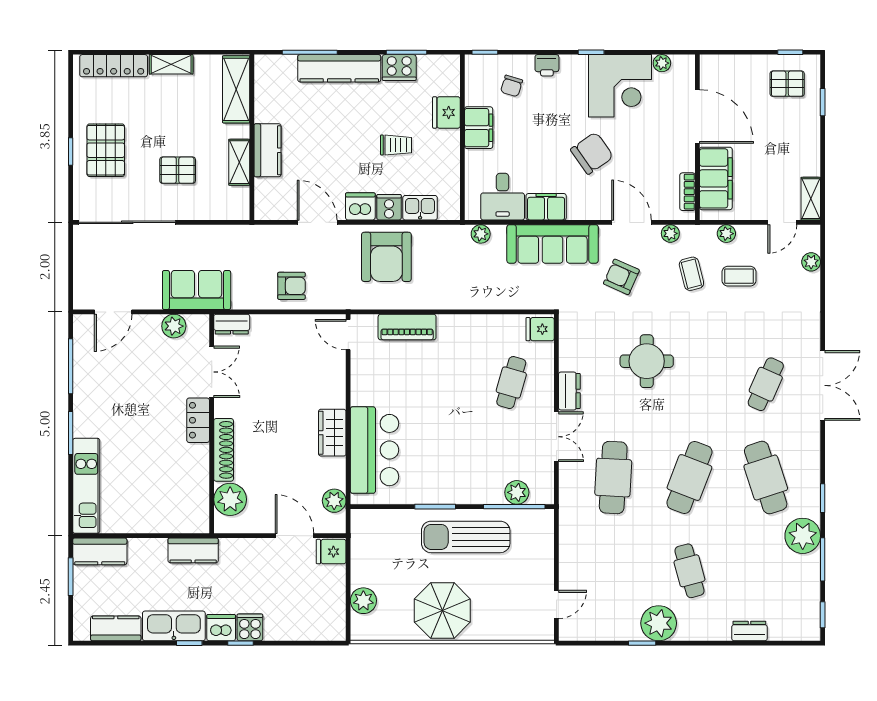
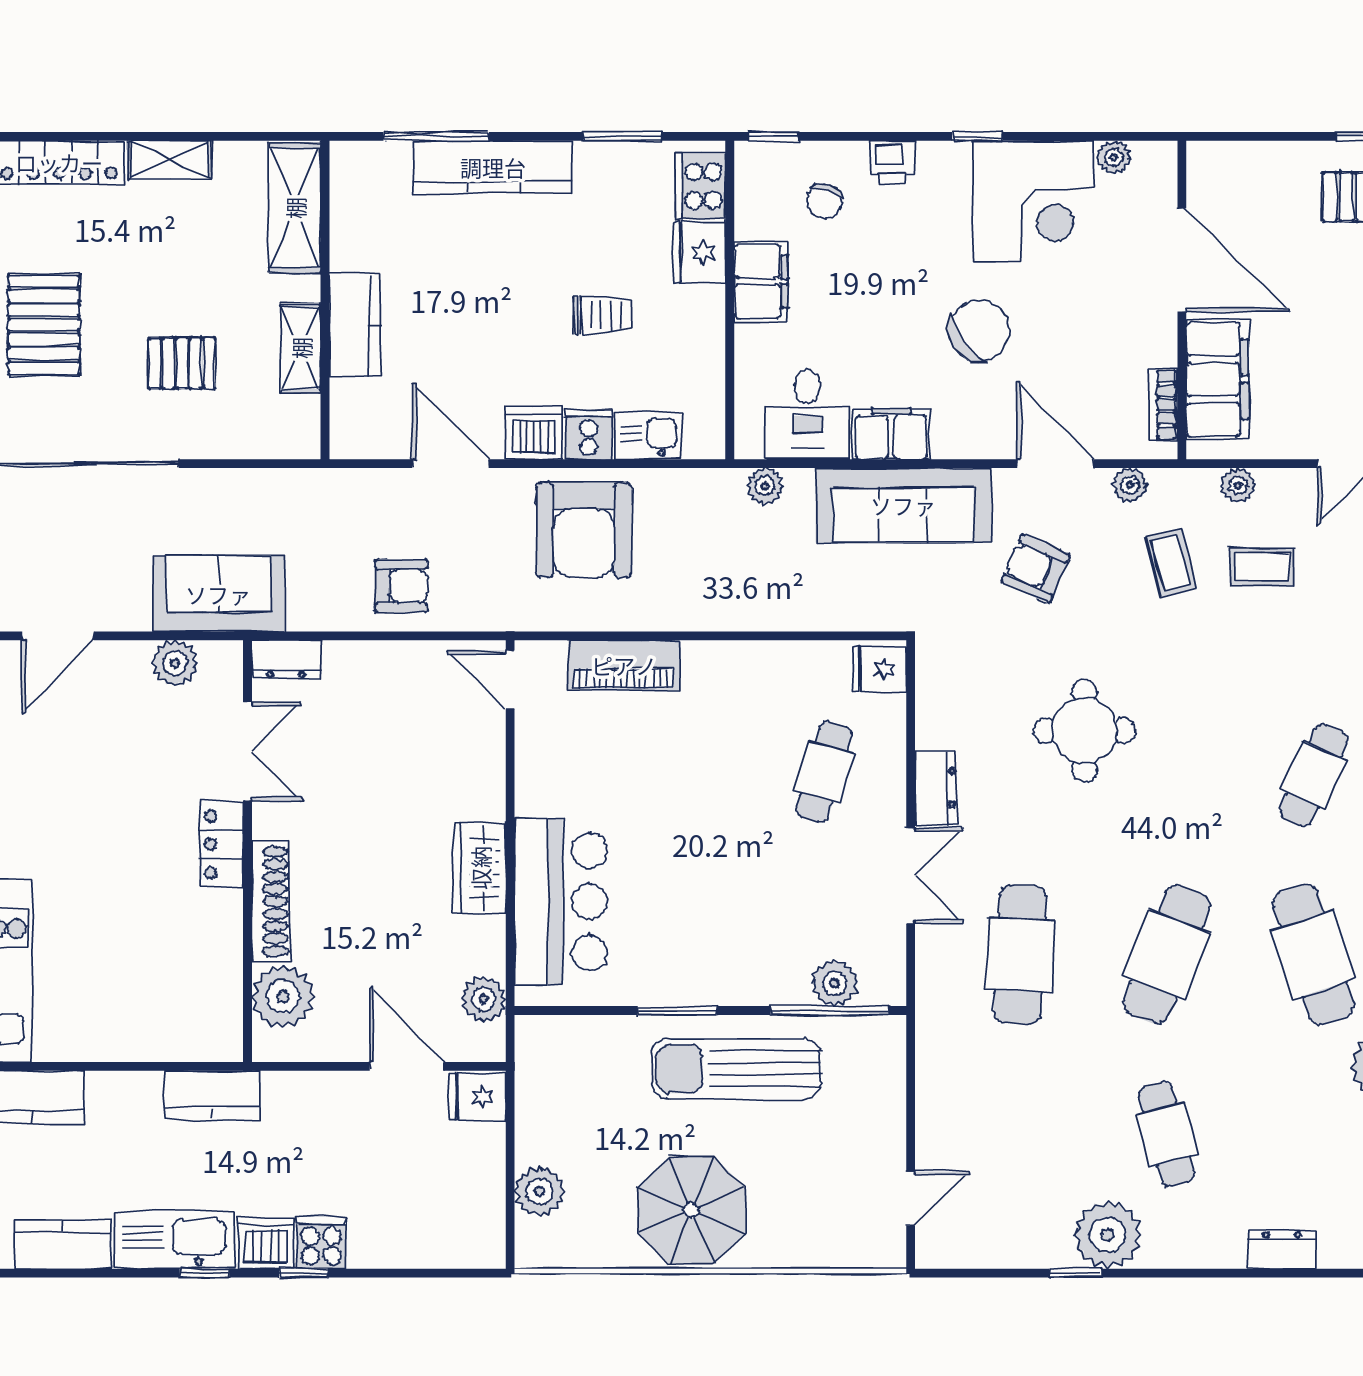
cooker: (399, 68) -> (700, 186), moved, turned 90

